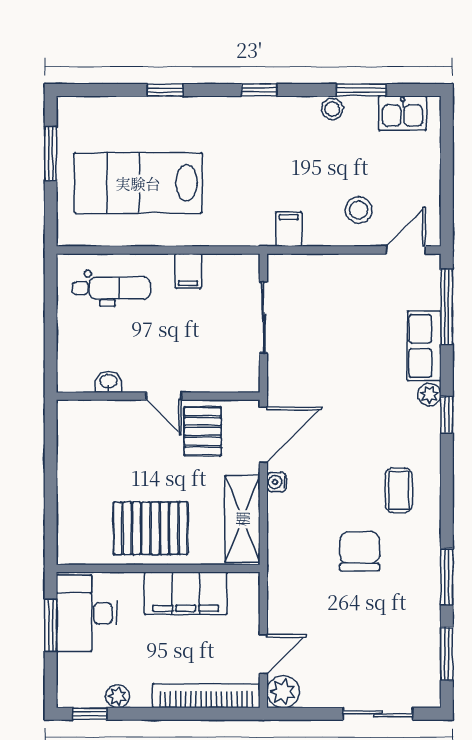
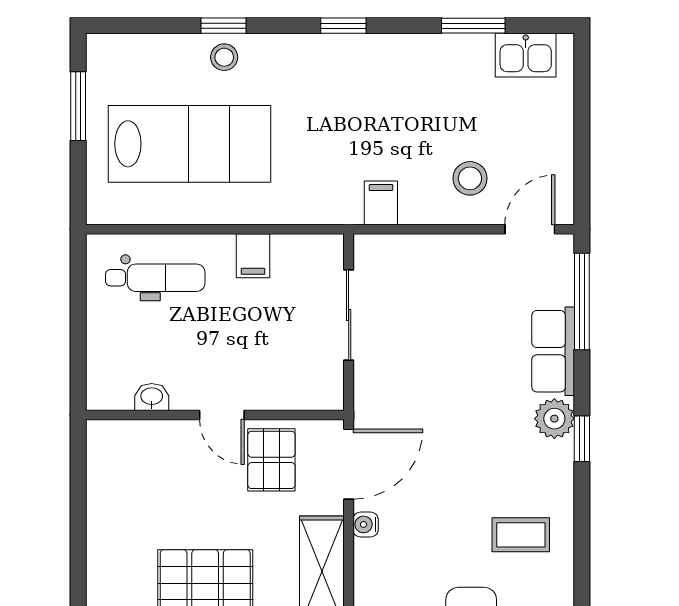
stool: (332, 109) -> (224, 57), moved
lab bench: (138, 183) -> (190, 144), turned 180
plant: (429, 395) -> (554, 419), width x1.38, depth x1.38
coffee table: (399, 490) -> (521, 535), turned 90

